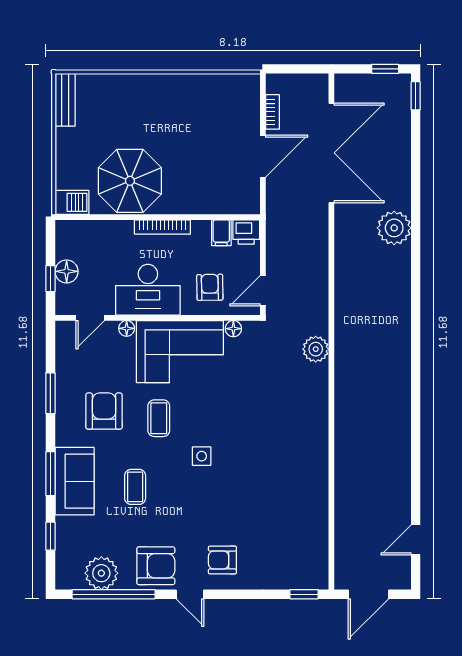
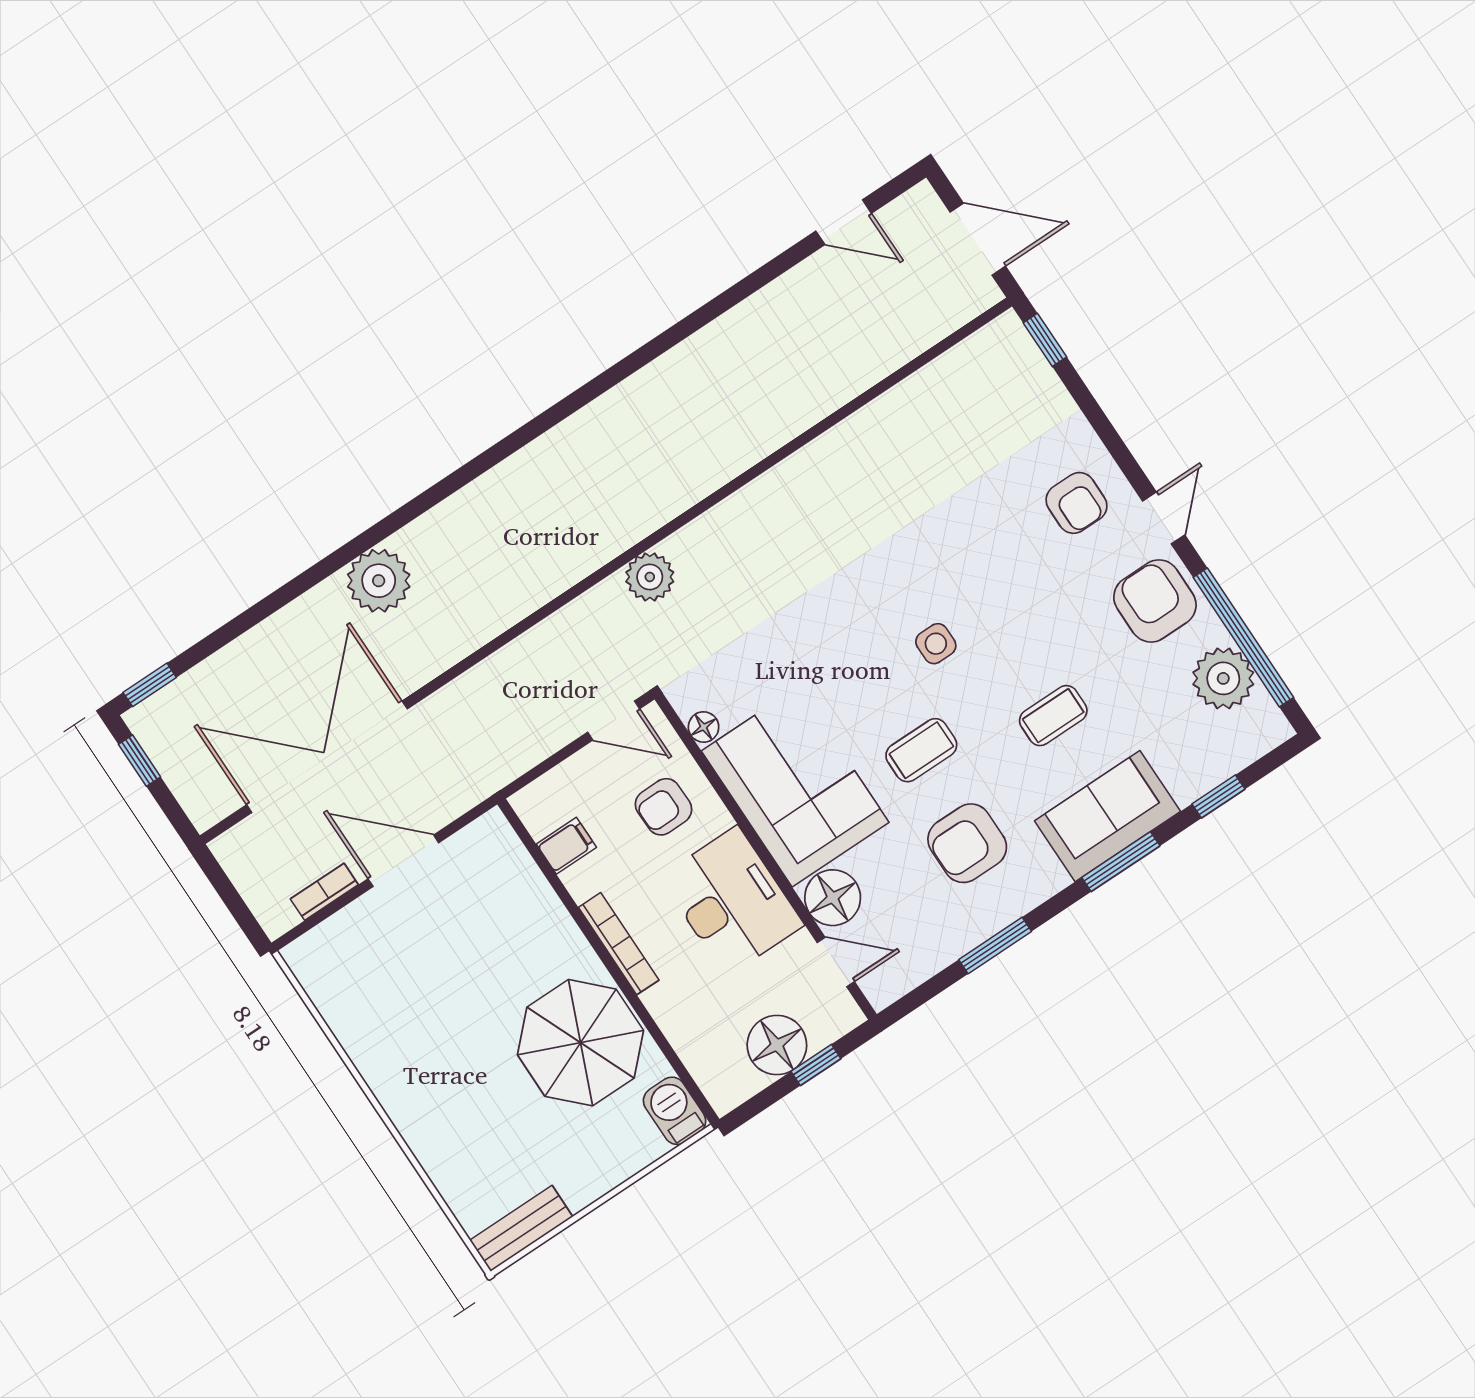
printer: (246, 232) -> (539, 808), removed
floor lamp: (67, 271) -> (777, 1045), width x1.38, depth x1.38
floor lamp: (127, 328) -> (833, 898), width x1.89, depth x1.89

